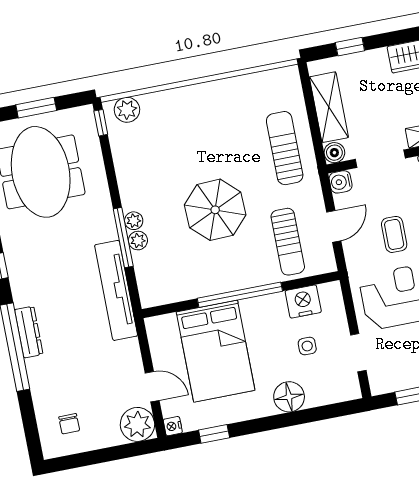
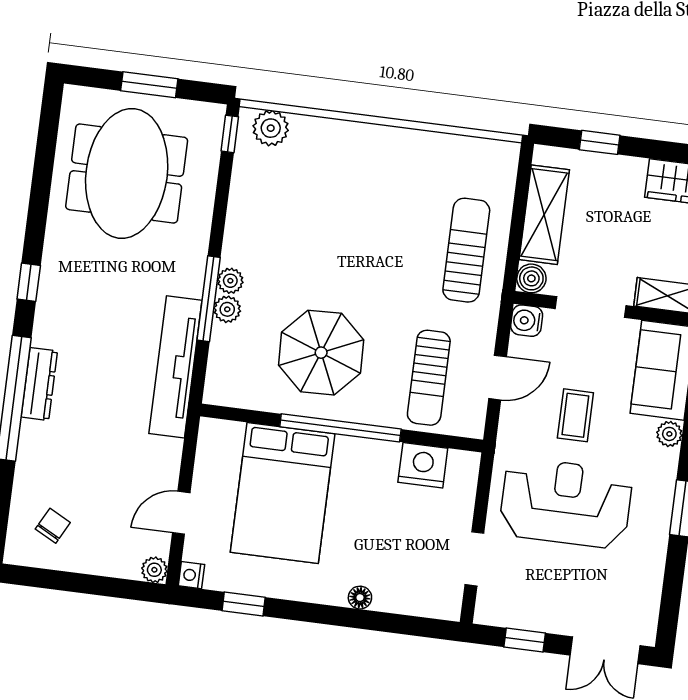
parasol: (215, 210) -> (321, 353), moved
side table: (307, 346) -> (408, 527), removed
door: (152, 387) -> (181, 513), swing flipped
floor lamp: (289, 397) -> (360, 598), width x0.53, depth x0.53
chair: (69, 424) -> (53, 526), turned -152
plant: (137, 424) -> (154, 570), width x0.53, depth x0.53

